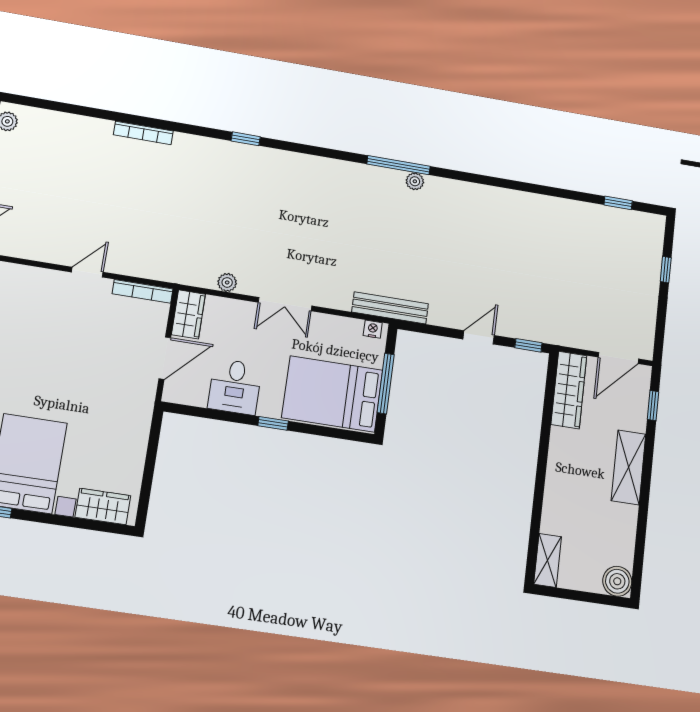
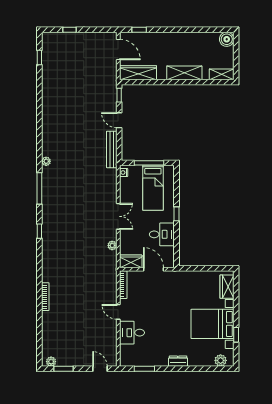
window: (246, 139) -> (39, 231), moved
window: (398, 165) -> (39, 188), moved
desk: (39, 293) -> (132, 333), added
bench: (390, 308) -> (112, 149), moved
bed: (332, 394) -> (153, 188), width x0.67
shelving: (629, 467) -> (184, 73), moved

